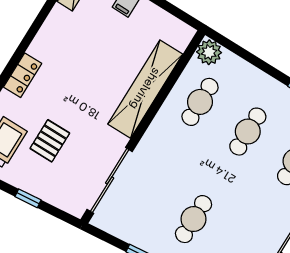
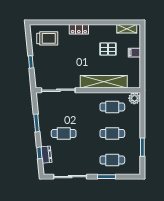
pallet: (50, 141) -> (108, 49), moved

